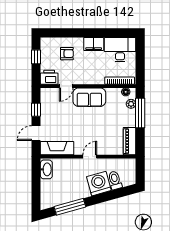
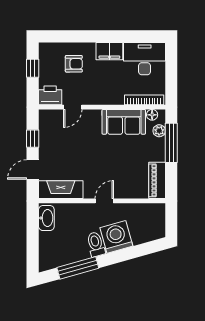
sofa: (89, 97) -> (124, 122), moved
toilet: (115, 180) -> (96, 244), moved

